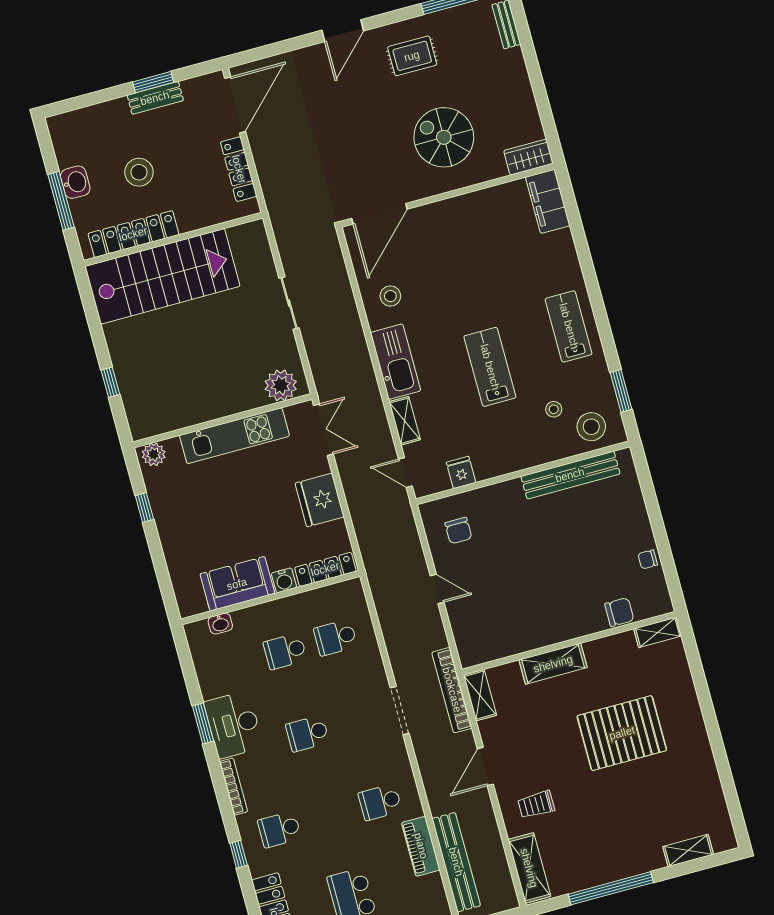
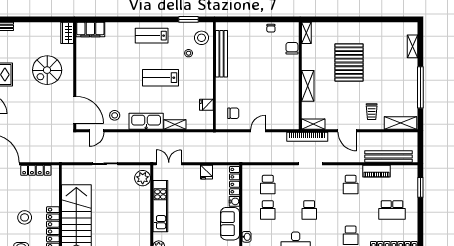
door: (405, 473) -> (97, 131), moved
fridge: (320, 500) -> (206, 172), width x0.53, depth x0.75

